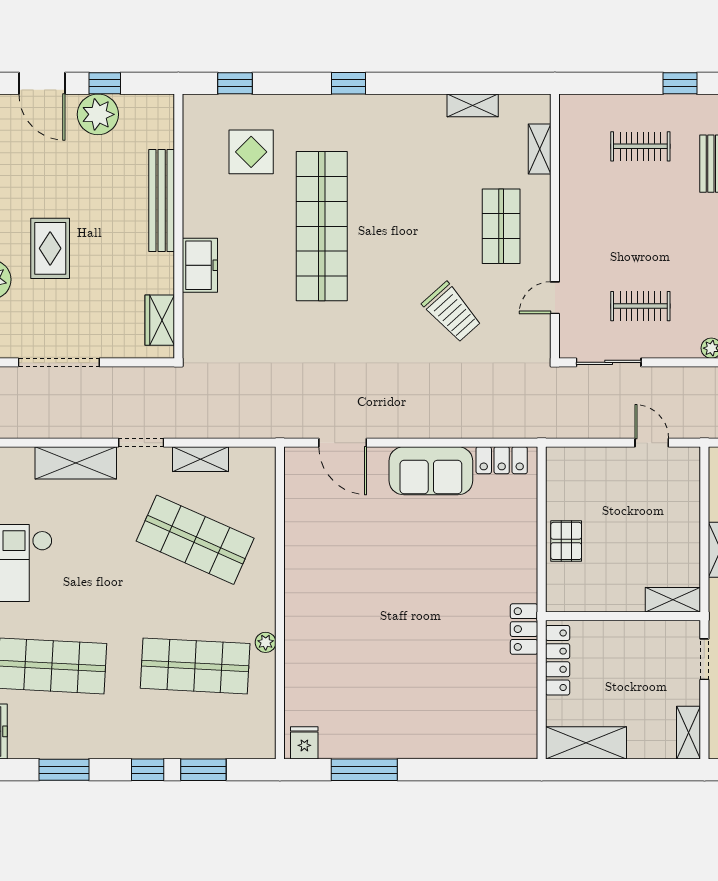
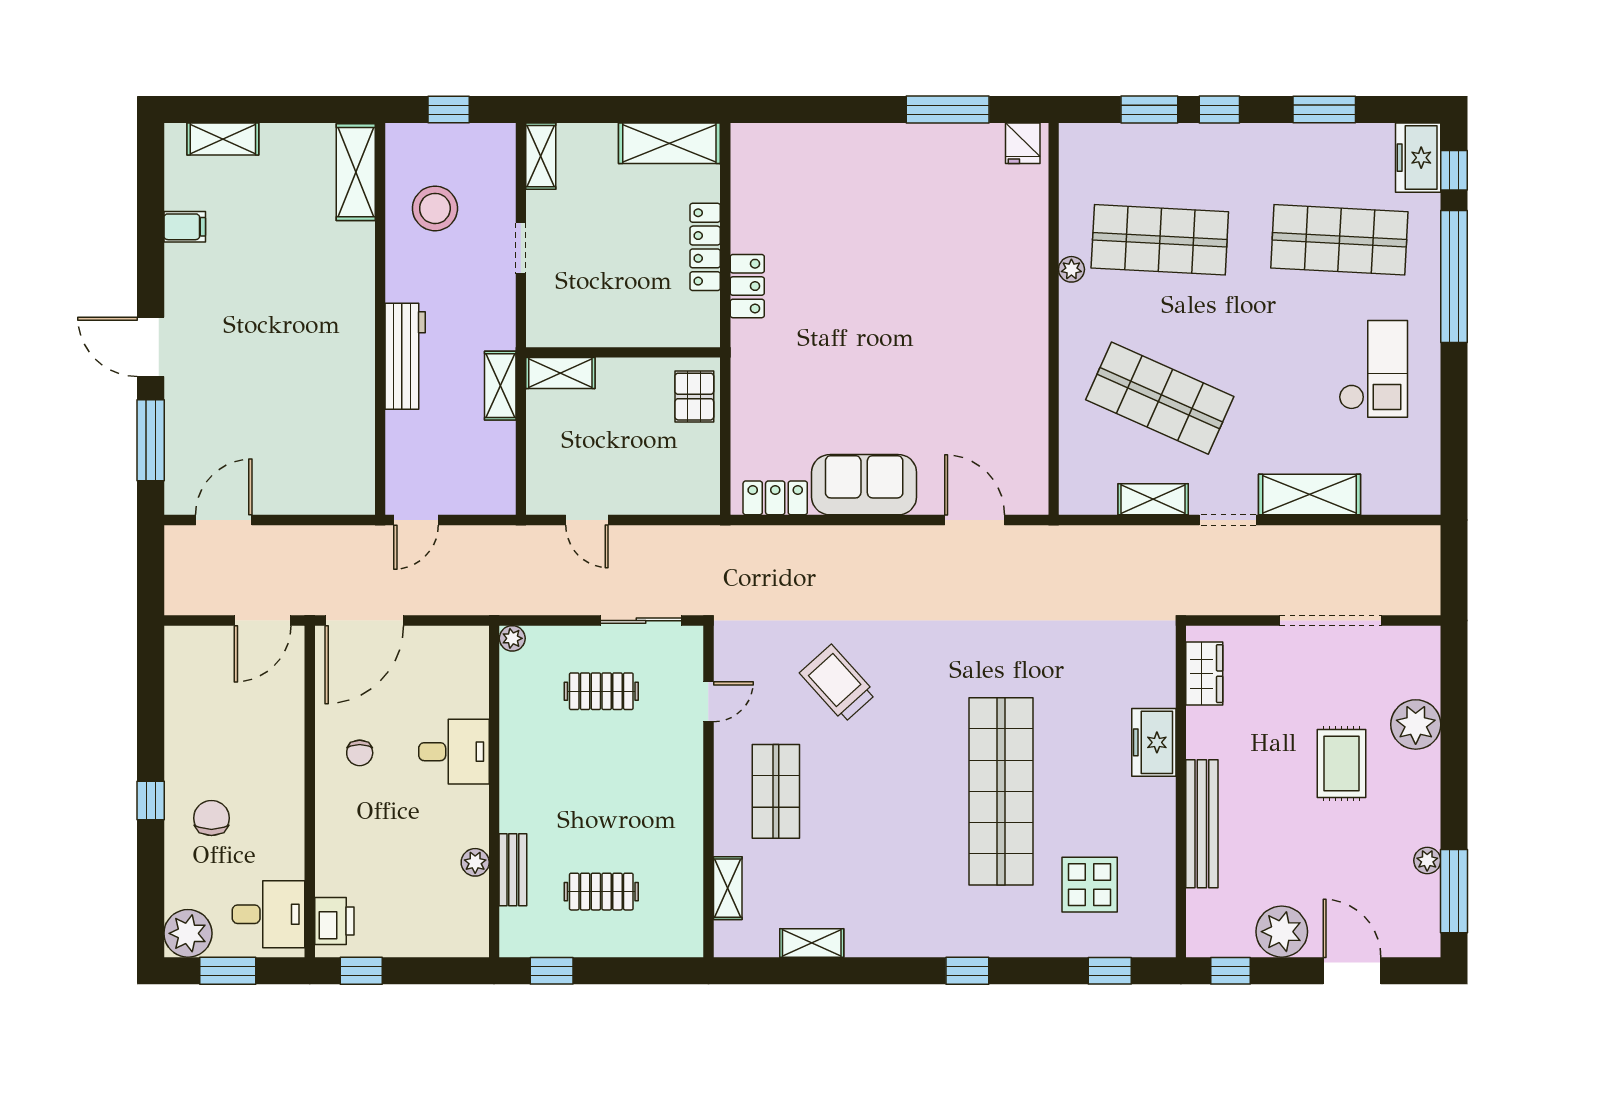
window: (105, 83) -> (1231, 971), moved
shelving: (673, 600) -> (560, 373), moved
wall: (623, 616) -> (623, 352), moved

